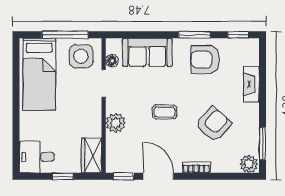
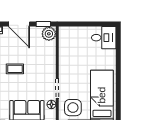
plant: (116, 123) -> (49, 34), moved
wardrobe: (92, 155) -> (66, 39), removed
window: (63, 176) -> (85, 24), removed

